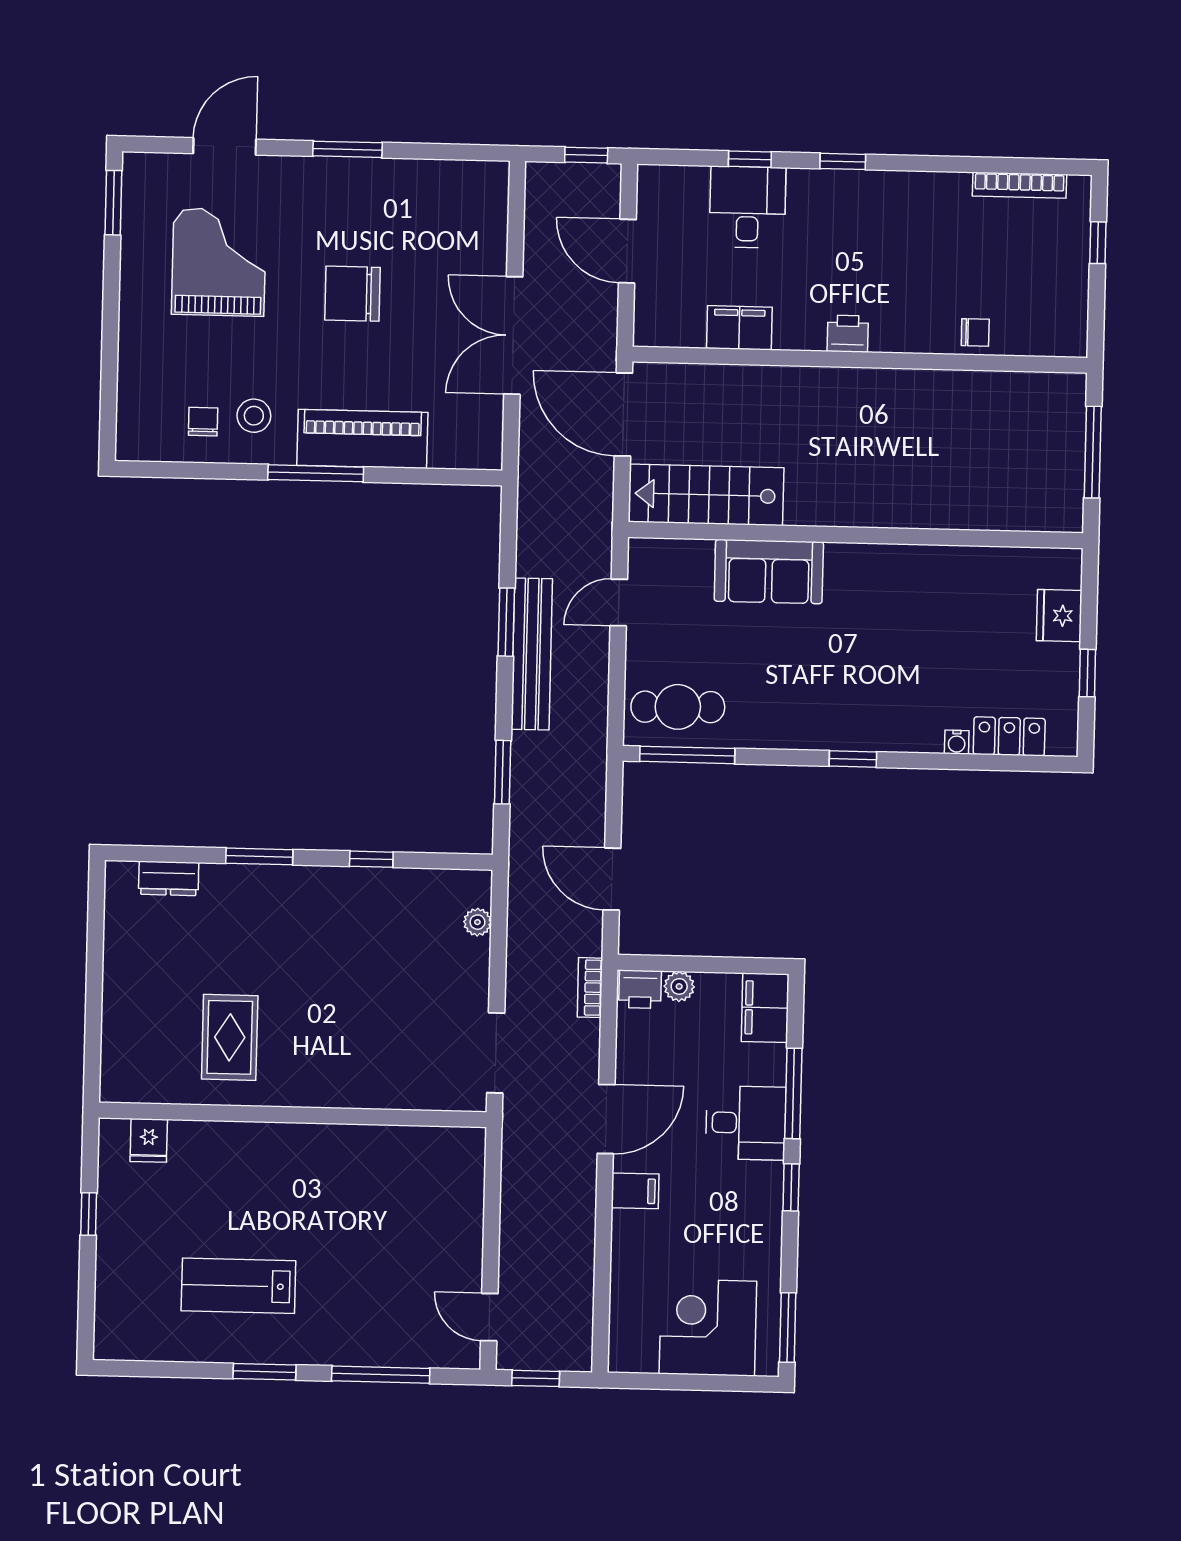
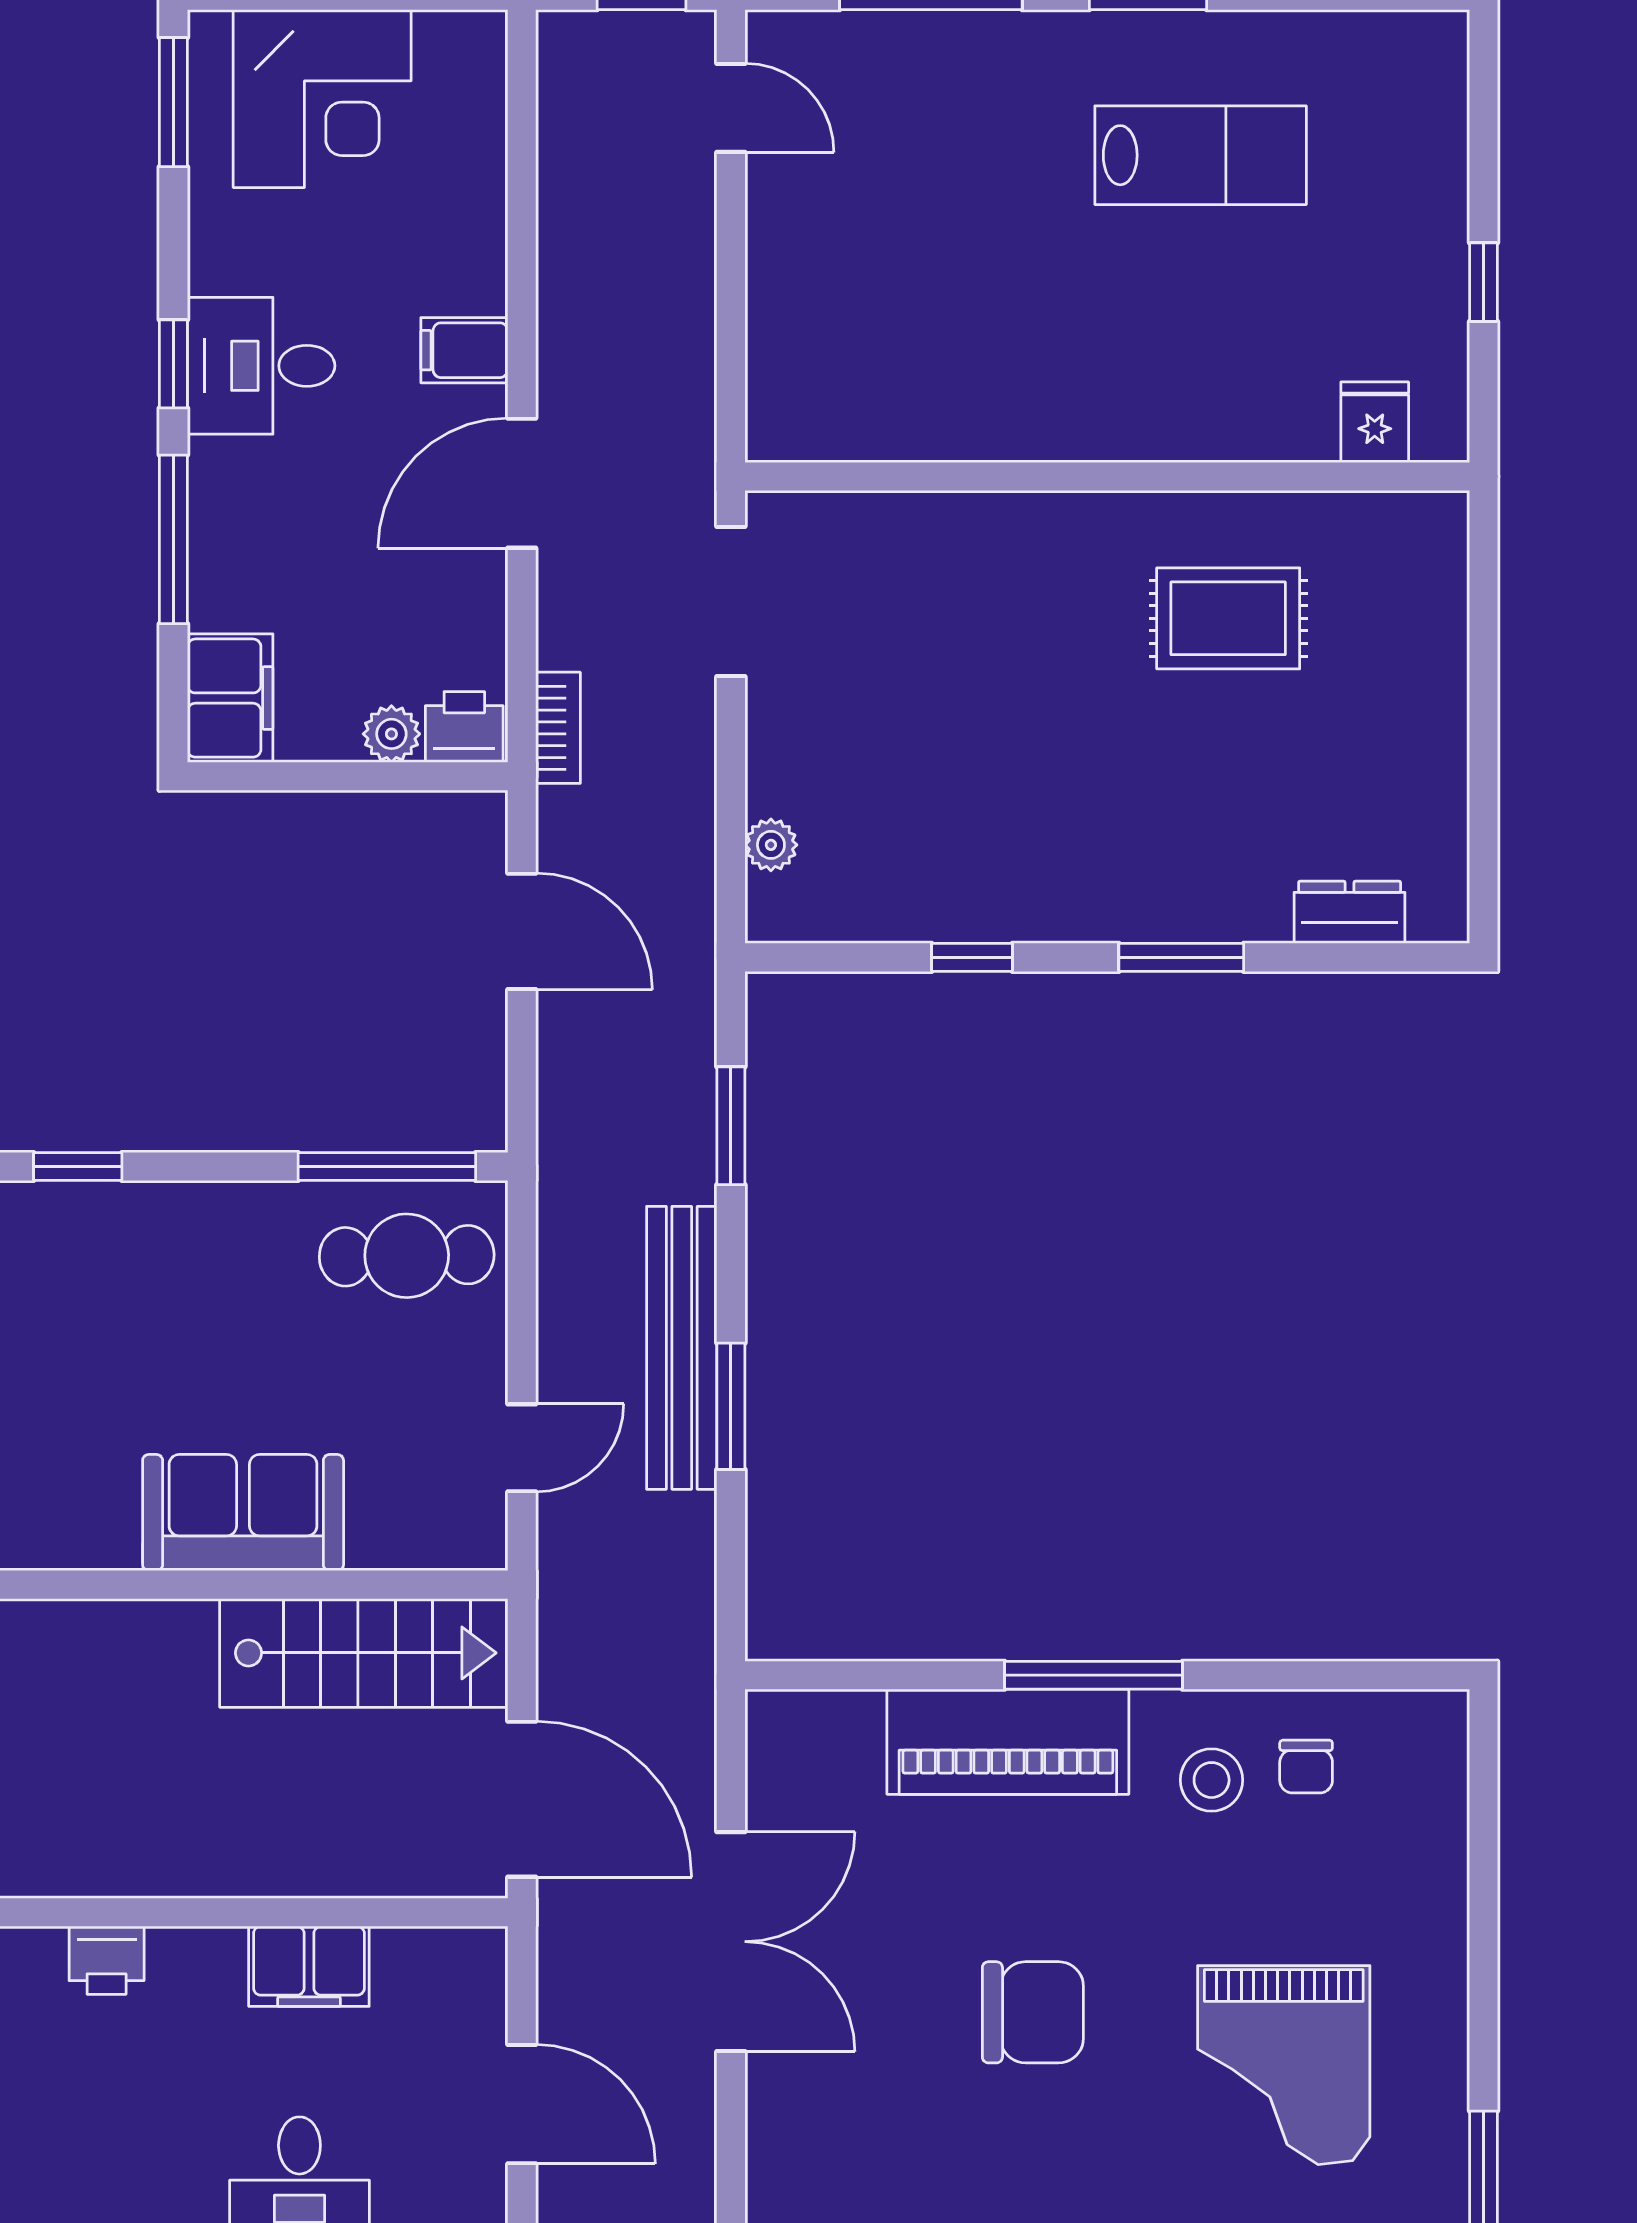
rug: (230, 1037) -> (1228, 618), turned 90
desk: (746, 1123) -> (261, 366), moved

